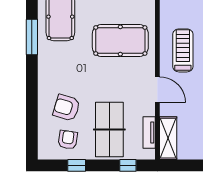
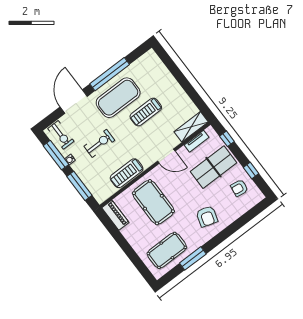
treadmill: (183, 50) -> (127, 173), moved
door: (157, 90) -> (166, 156), swing flipped
armchair: (67, 108) -> (207, 216), moved

